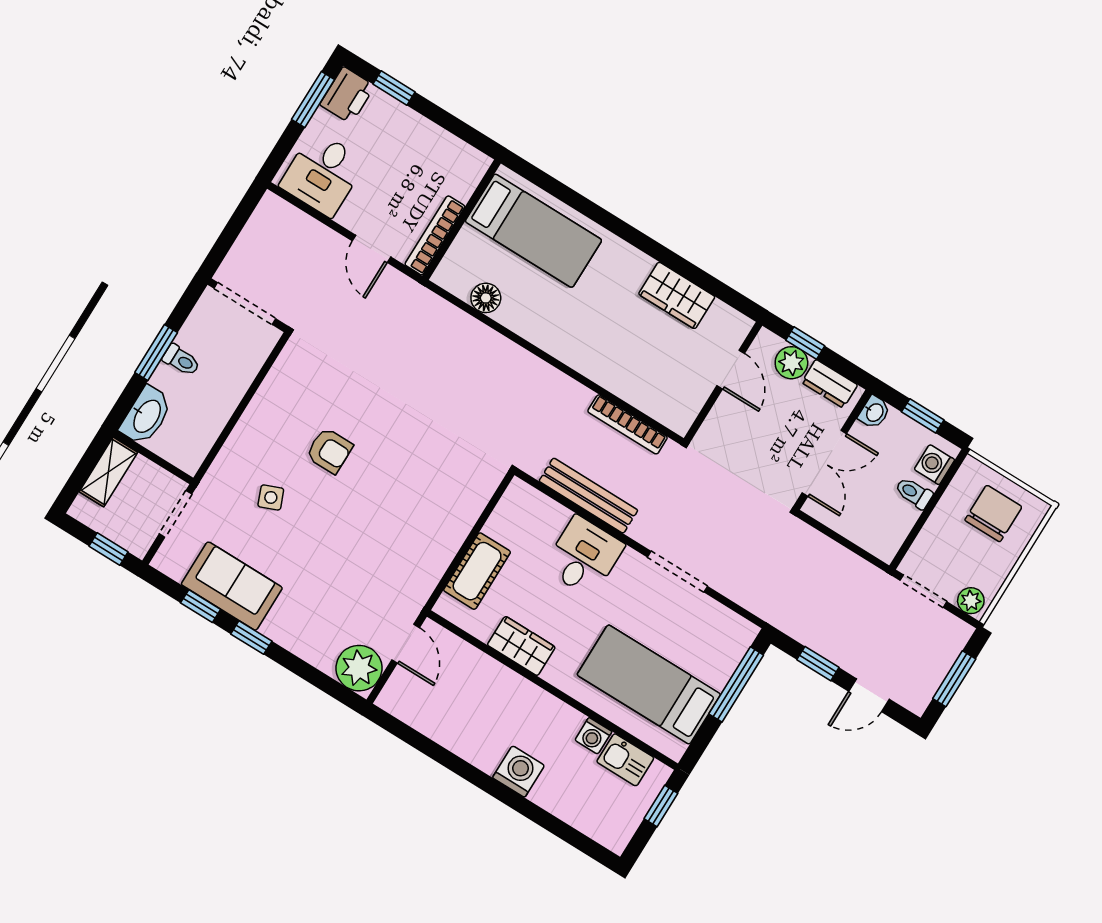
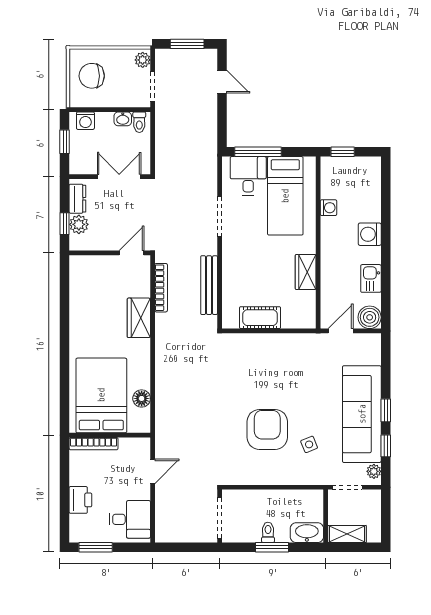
window: (394, 88) -> (65, 510), removed
printer: (347, 95) -> (80, 500), moved, turned 90
bed: (533, 231) -> (101, 395), width x1.50
bookcase: (435, 235) -> (94, 444), moved
wardrobe: (677, 295) -> (139, 318), moved, turned 180
door: (731, 370) -> (132, 253), moved
washbasin: (874, 412) -> (123, 119), moved, turned 180
armchair: (329, 451) -> (267, 429), width x1.88, depth x1.88
toilet: (914, 493) -> (139, 122), moved
window: (108, 549) -> (386, 510), removed
desk: (584, 556) -> (248, 176), moved, turned 90
cot: (477, 571) -> (260, 318), moved
sofa: (232, 586) -> (362, 414), width x1.85, depth x1.27
window: (818, 664) -> (222, 117), removed
plant: (359, 668) -> (374, 471), moved, width x0.53, depth x0.53
boiler: (399, 697) -> (370, 317), added
kitchen sink: (625, 760) -> (371, 278), moved, turned 180

